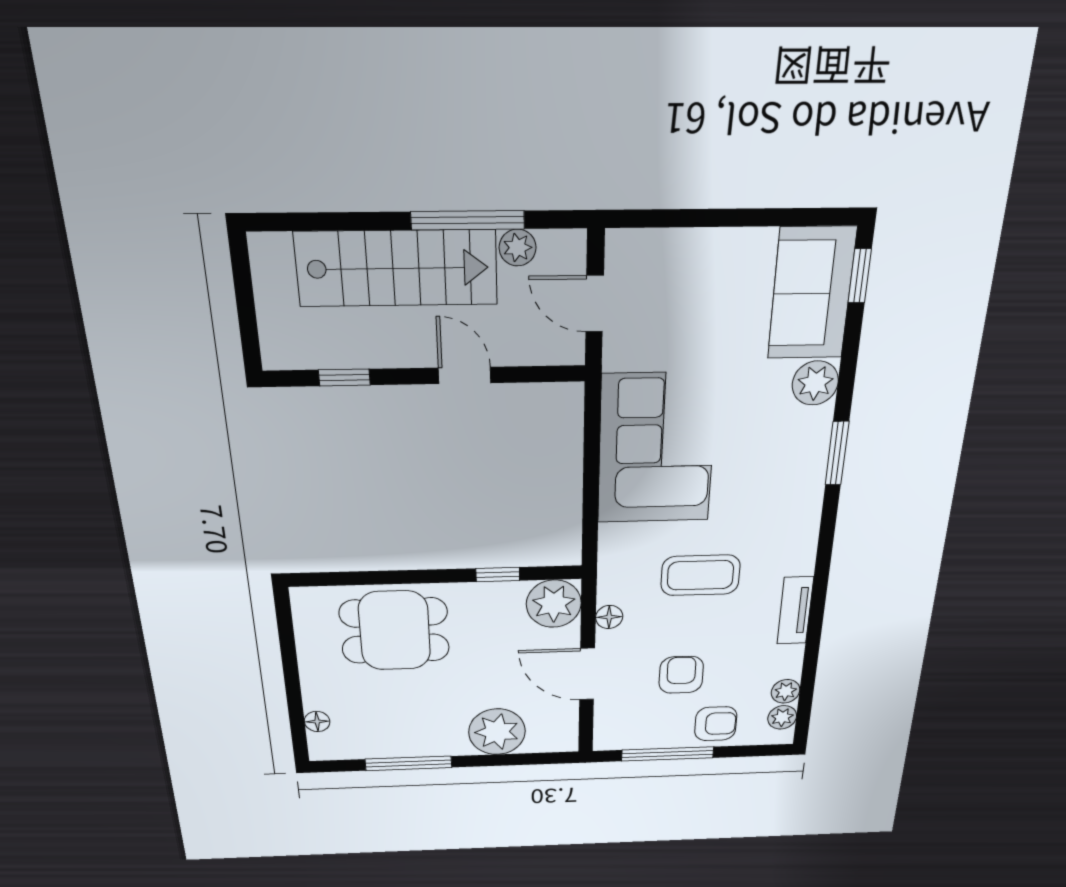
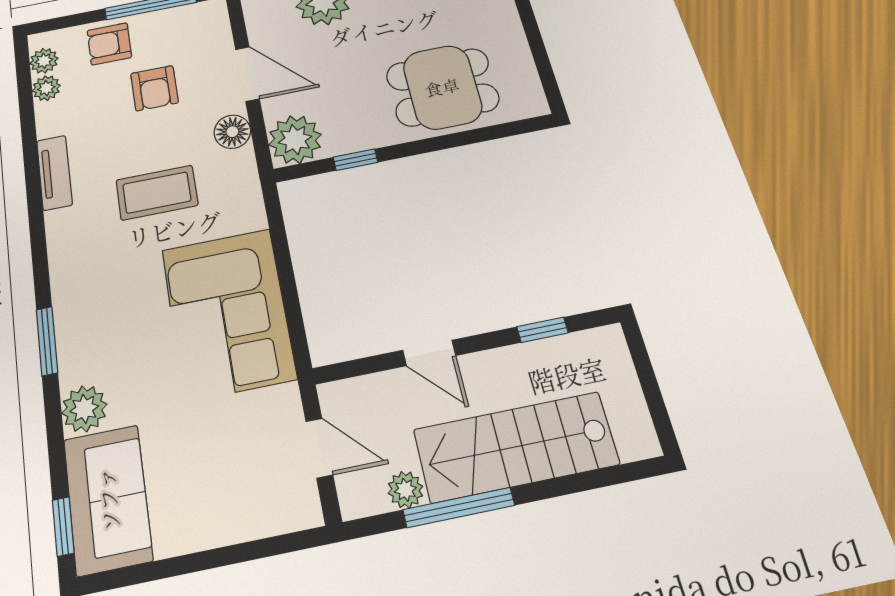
floor lamp: (609, 617) -> (232, 132), width x1.37, depth x1.37

